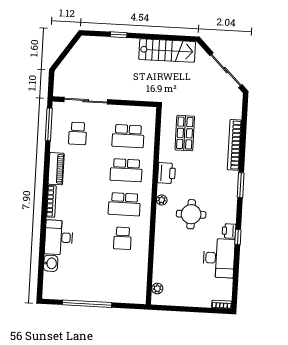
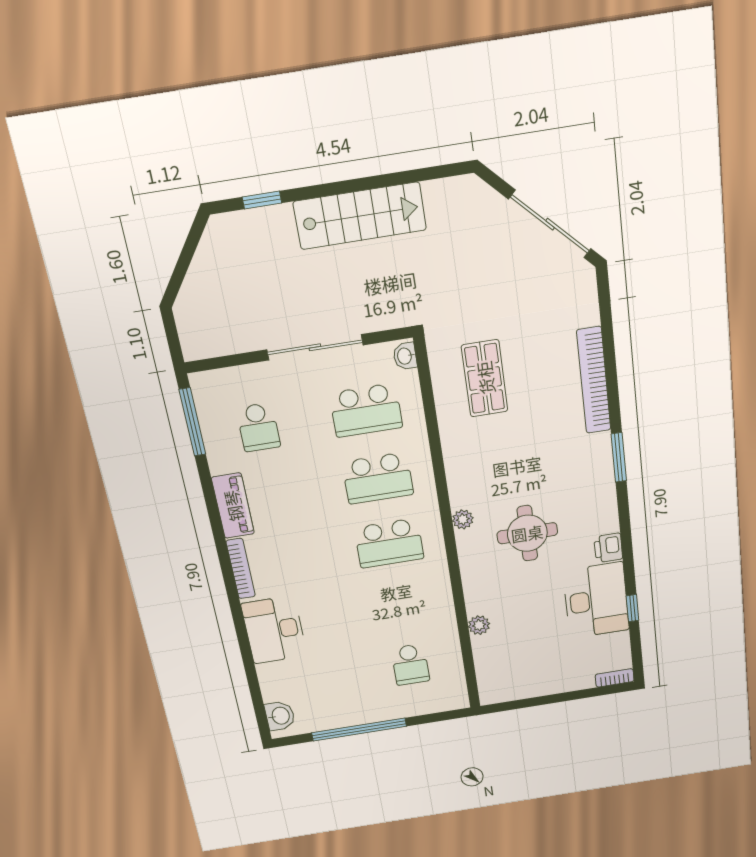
window: (119, 35) -> (262, 200), moved
stairs: (167, 50) -> (360, 216), moved
sliding door: (86, 101) -> (315, 347), moved
washbasin: (151, 115) -> (405, 356), added
printer: (166, 173) -> (462, 466), removed
window: (238, 237) -> (632, 608), moved
school desk: (123, 238) -> (410, 665), moved
washbasin: (51, 263) -> (280, 716), moved
plant: (157, 289) -> (479, 625), moved

